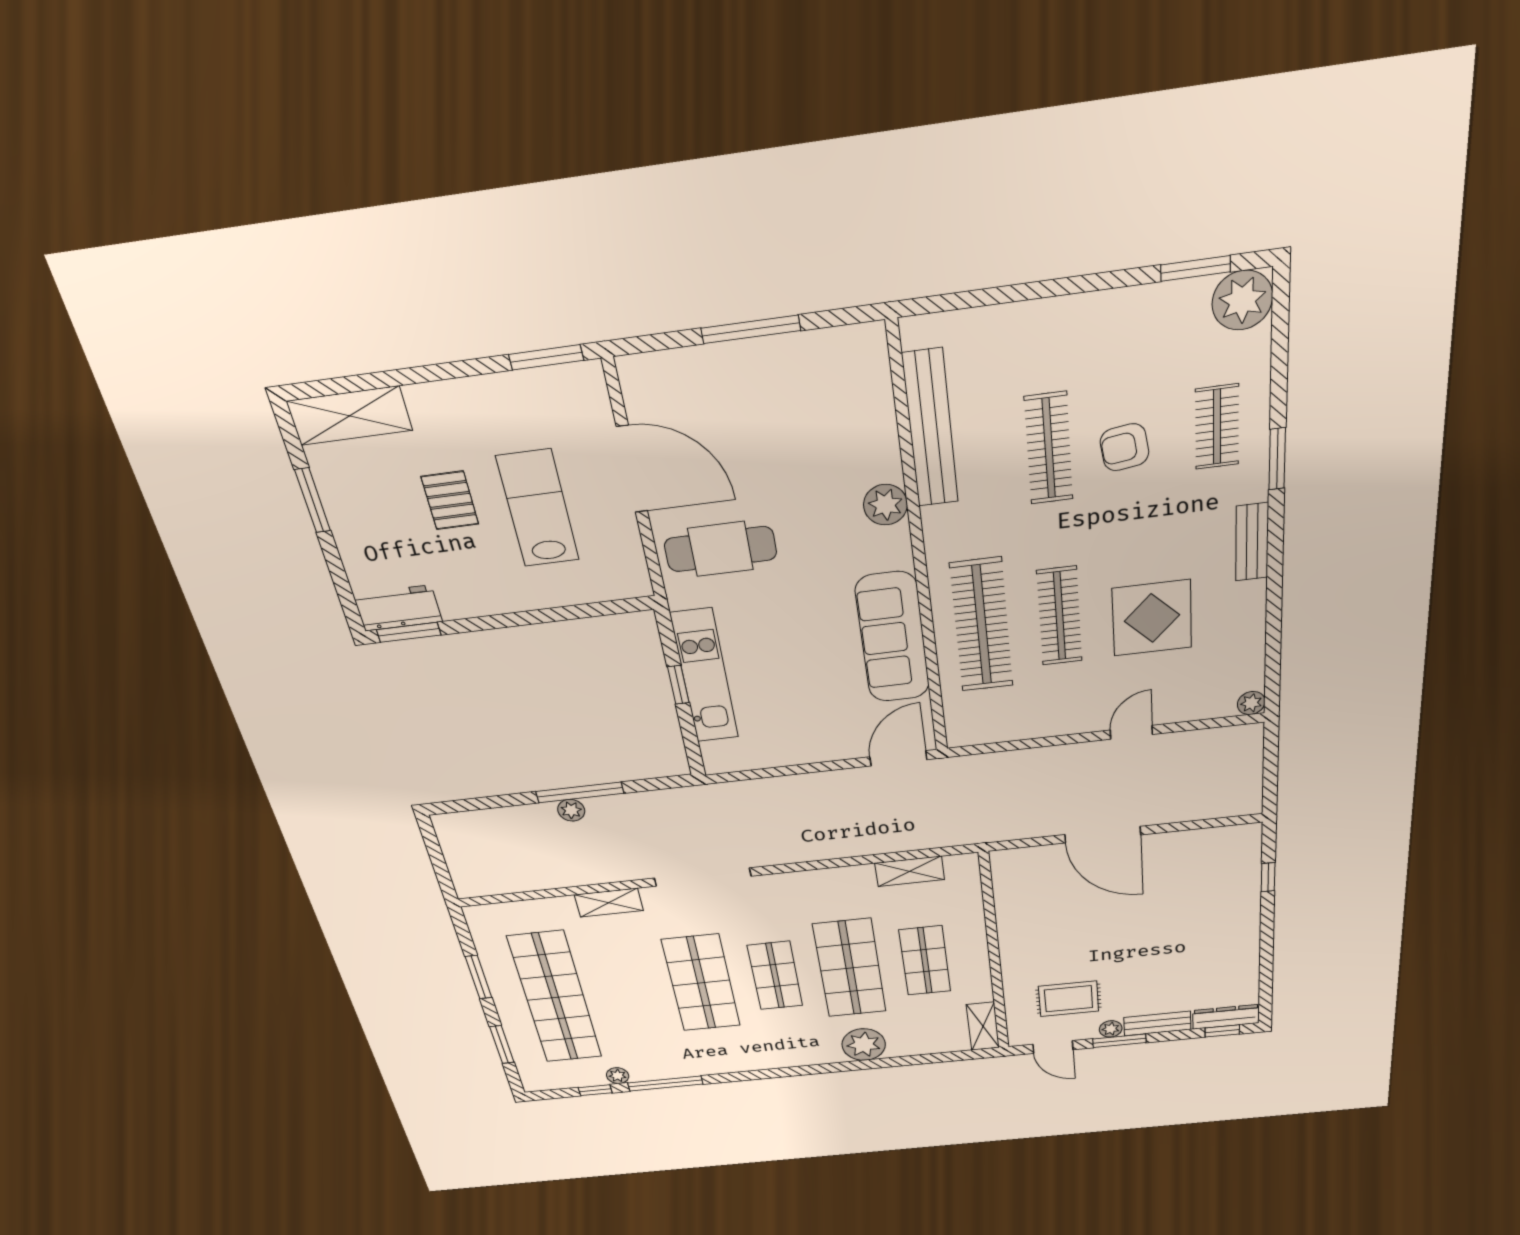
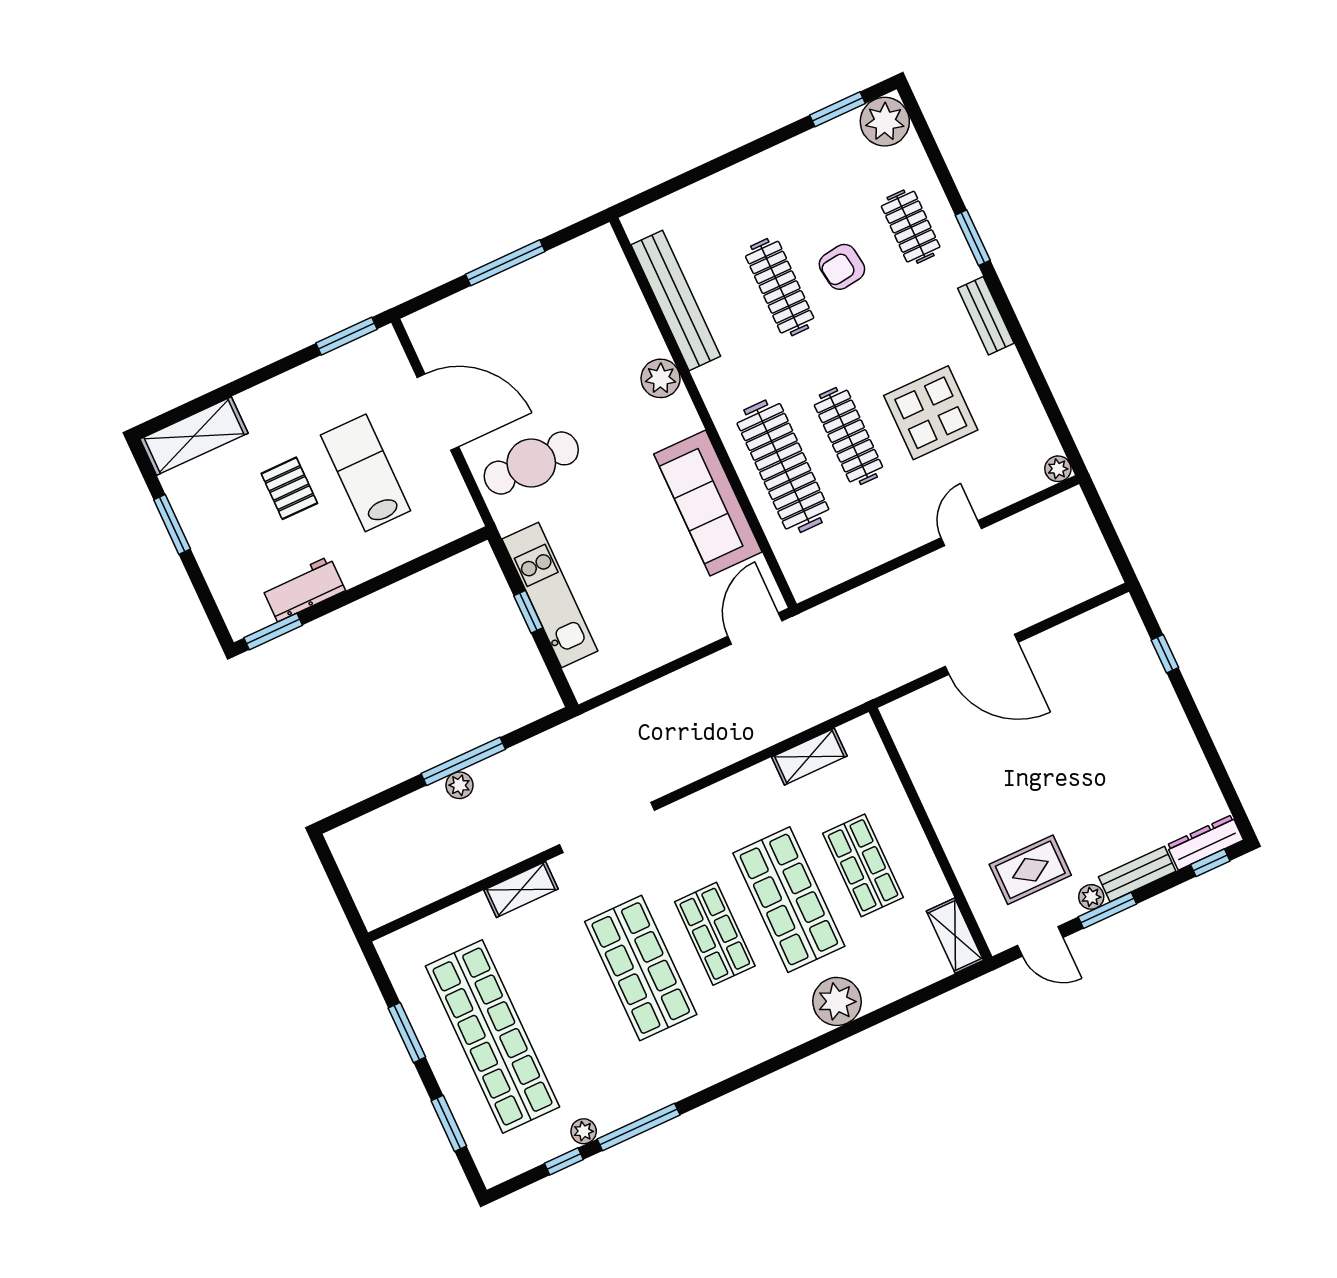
workbench: (398, 608) -> (303, 589), moved

